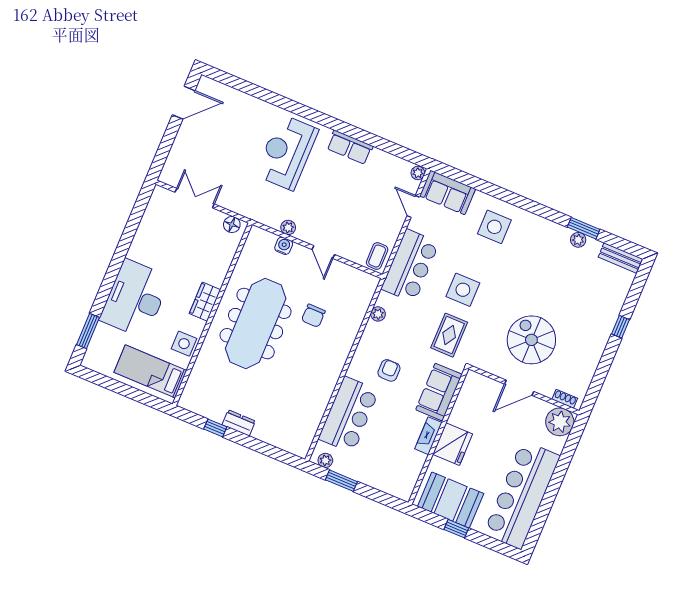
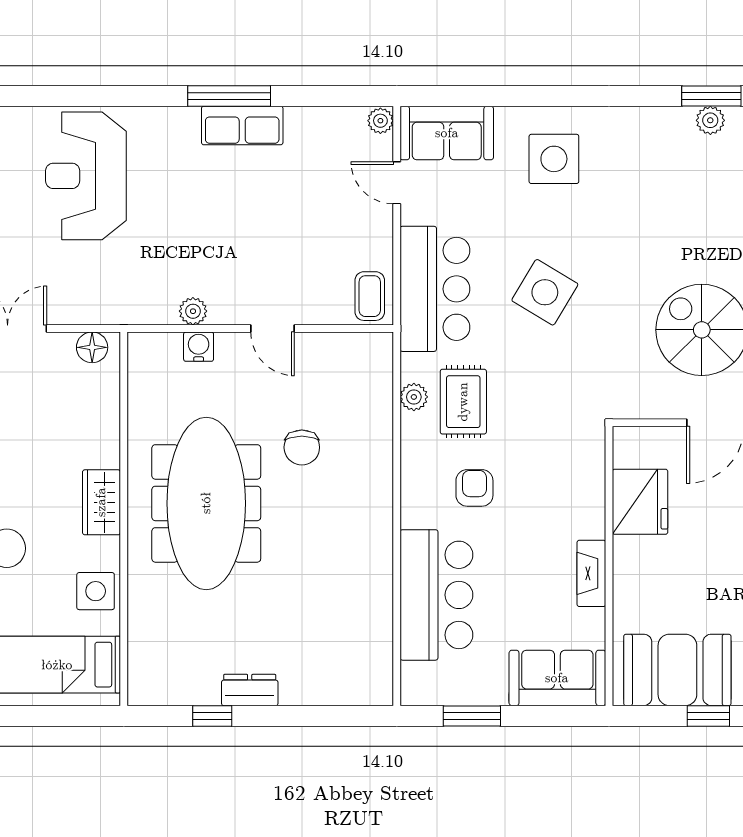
window: (349, 130) -> (229, 96), added
reception desk: (287, 152) -> (86, 176), moved
side table: (463, 290) -> (545, 292), turned 31
rug: (449, 335) -> (463, 402), moved
sofa: (439, 392) -> (557, 678), moved, turned 90
fridge: (453, 444) -> (640, 502), moved
plant: (325, 460) -> (429, 692), removed

